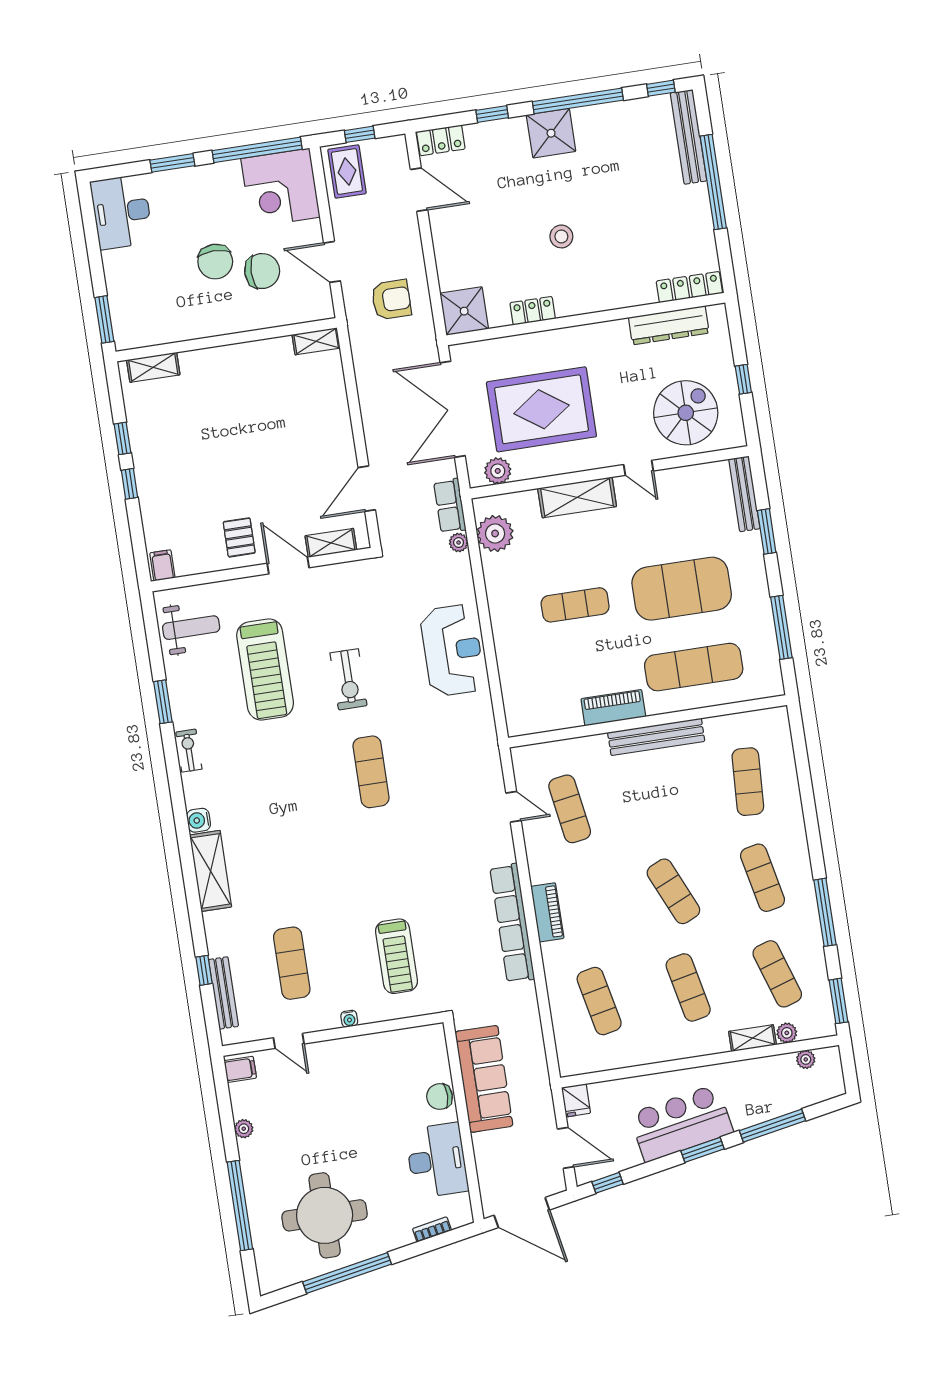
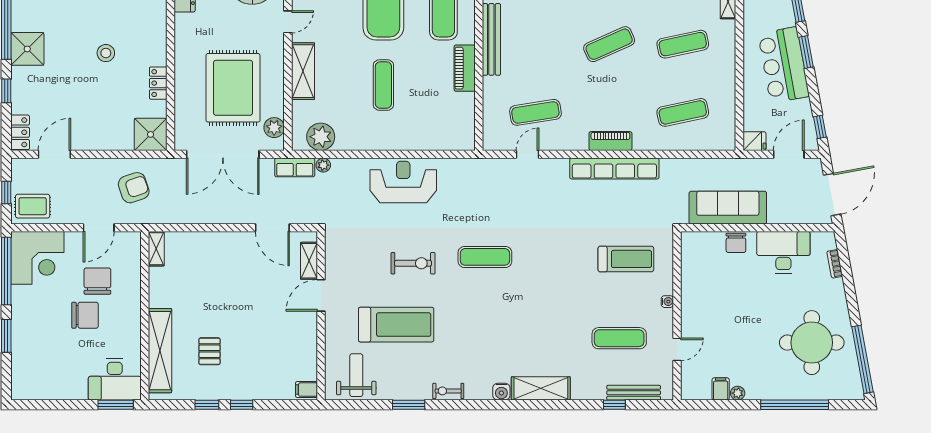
desk: (122, 212) -> (115, 380), moved
armchair: (391, 300) -> (134, 188), turned 71
shelving: (153, 367) -> (160, 351), width x2.20, depth x1.33
pallet: (239, 537) -> (209, 351), moved, turned 90
filing cabinet: (240, 1069) -> (721, 389), moved
window: (347, 1273) -> (862, 359), moved

